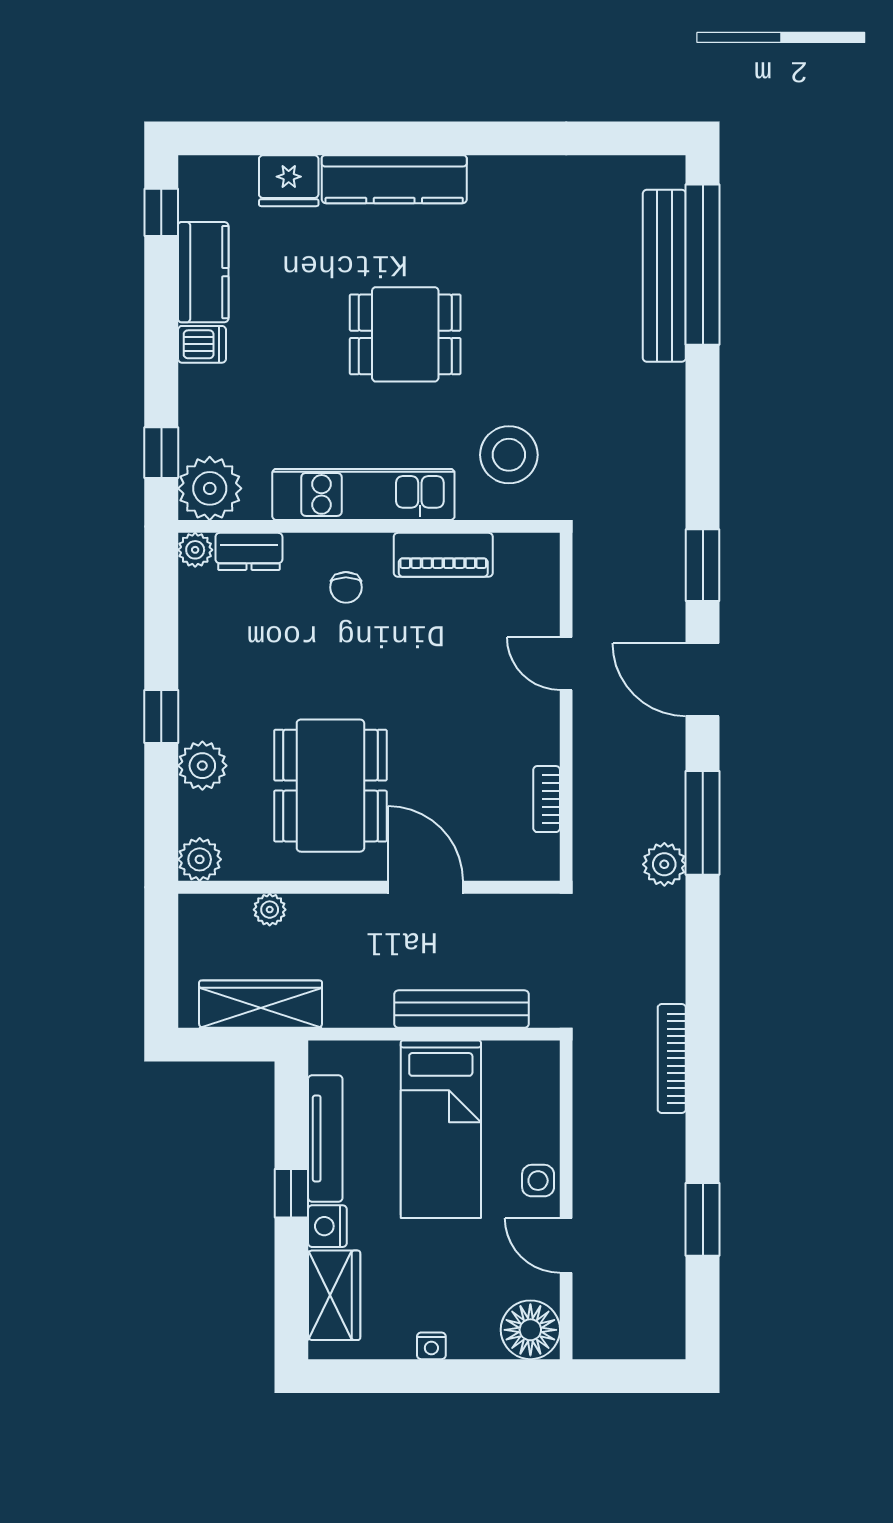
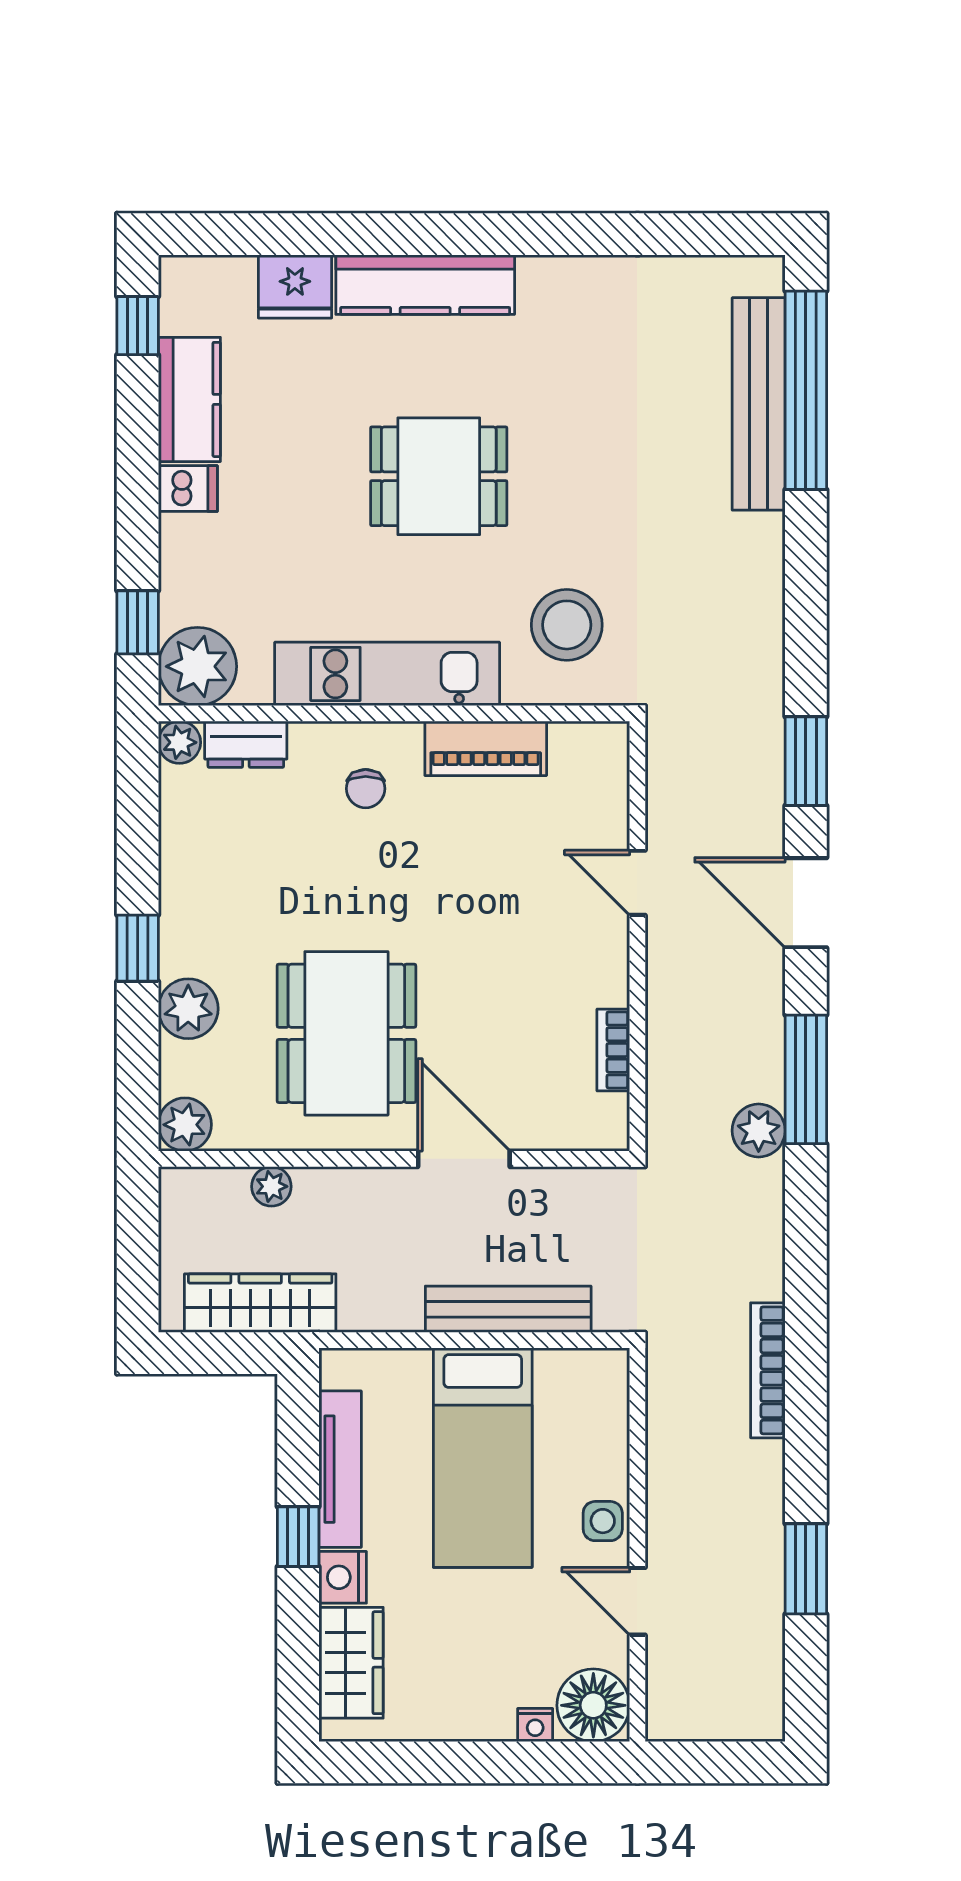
nightstand: (431, 1346) -> (535, 1725), moved

